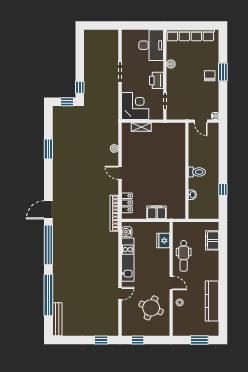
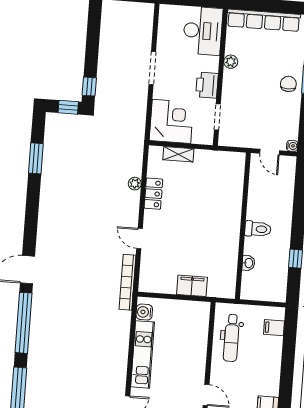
window: (48, 149) -> (36, 158), moved
door: (120, 173) -> (139, 238), moved
locker: (127, 203) -> (153, 194), moved
fridge: (163, 240) -> (199, 329), removed
filing cabinet: (212, 240) -> (274, 328), width x0.50
dental chair: (184, 256) -> (231, 338), moved

